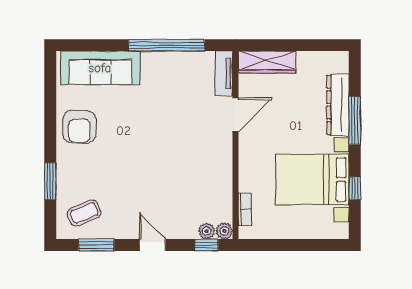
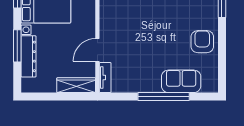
window: (166, 45) -> (164, 97), moved
sofa: (100, 68) -> (181, 81), width x0.73

